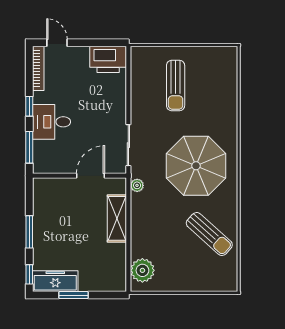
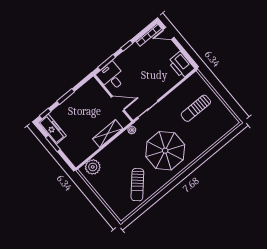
door: (57, 43) -> (169, 34), swing flipped
desk: (52, 122) -> (111, 77), moved

